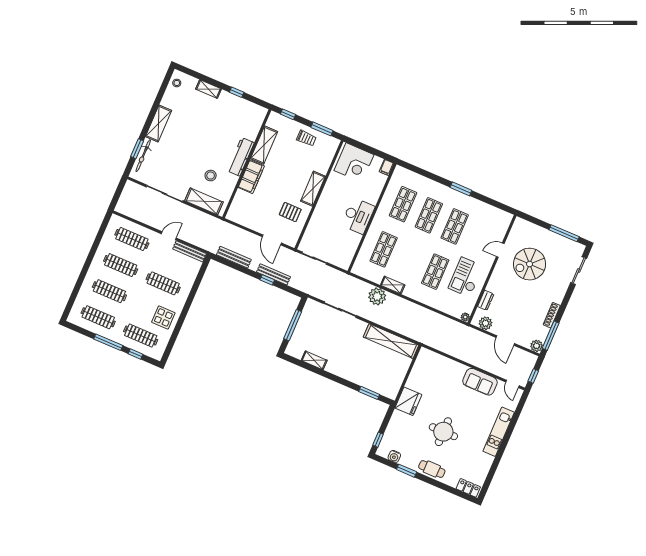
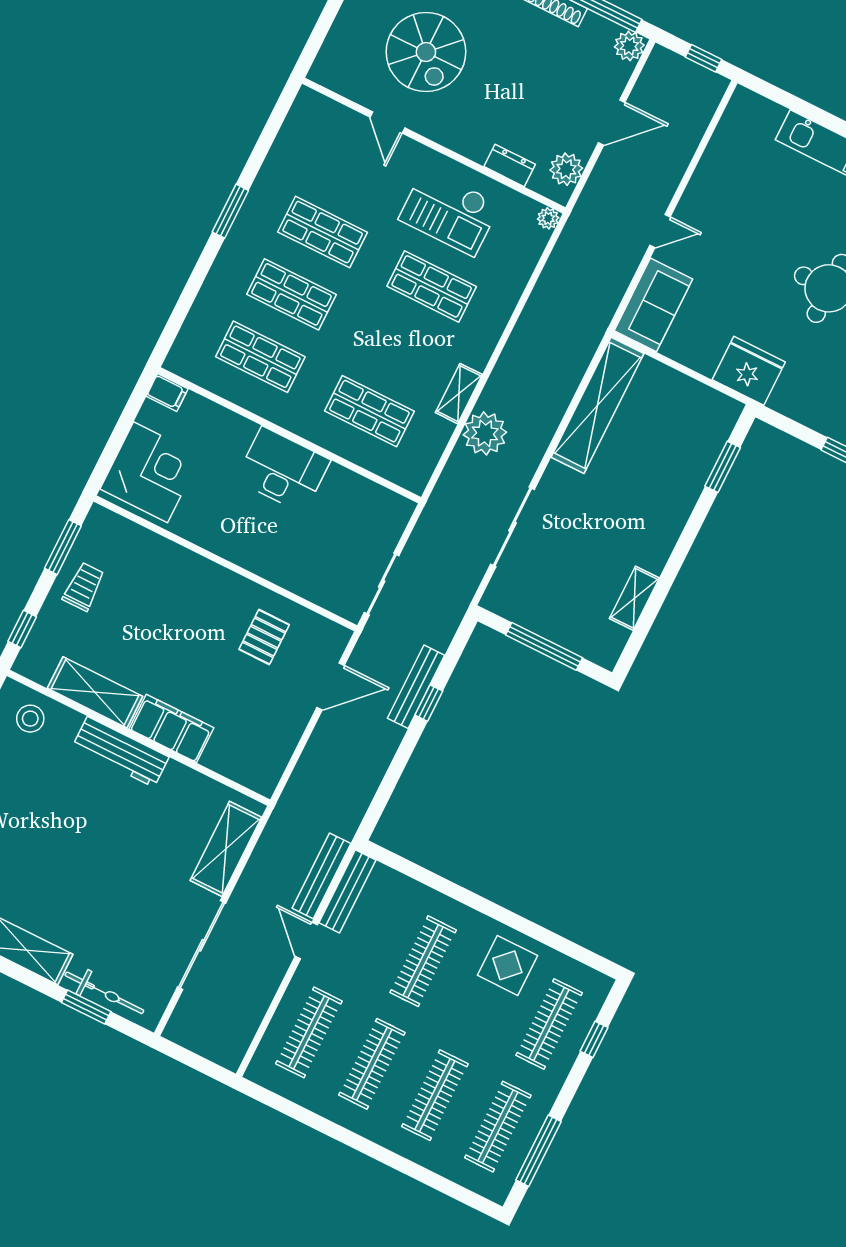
stool: (211, 176) -> (30, 719), moved
shelving: (313, 189) -> (209, 577), removed
bench: (234, 257) -> (321, 876), moved
window: (108, 342) -> (538, 1151), moved
sofa: (480, 382) -> (653, 305), moved
door: (512, 384) -> (660, 231), moved

